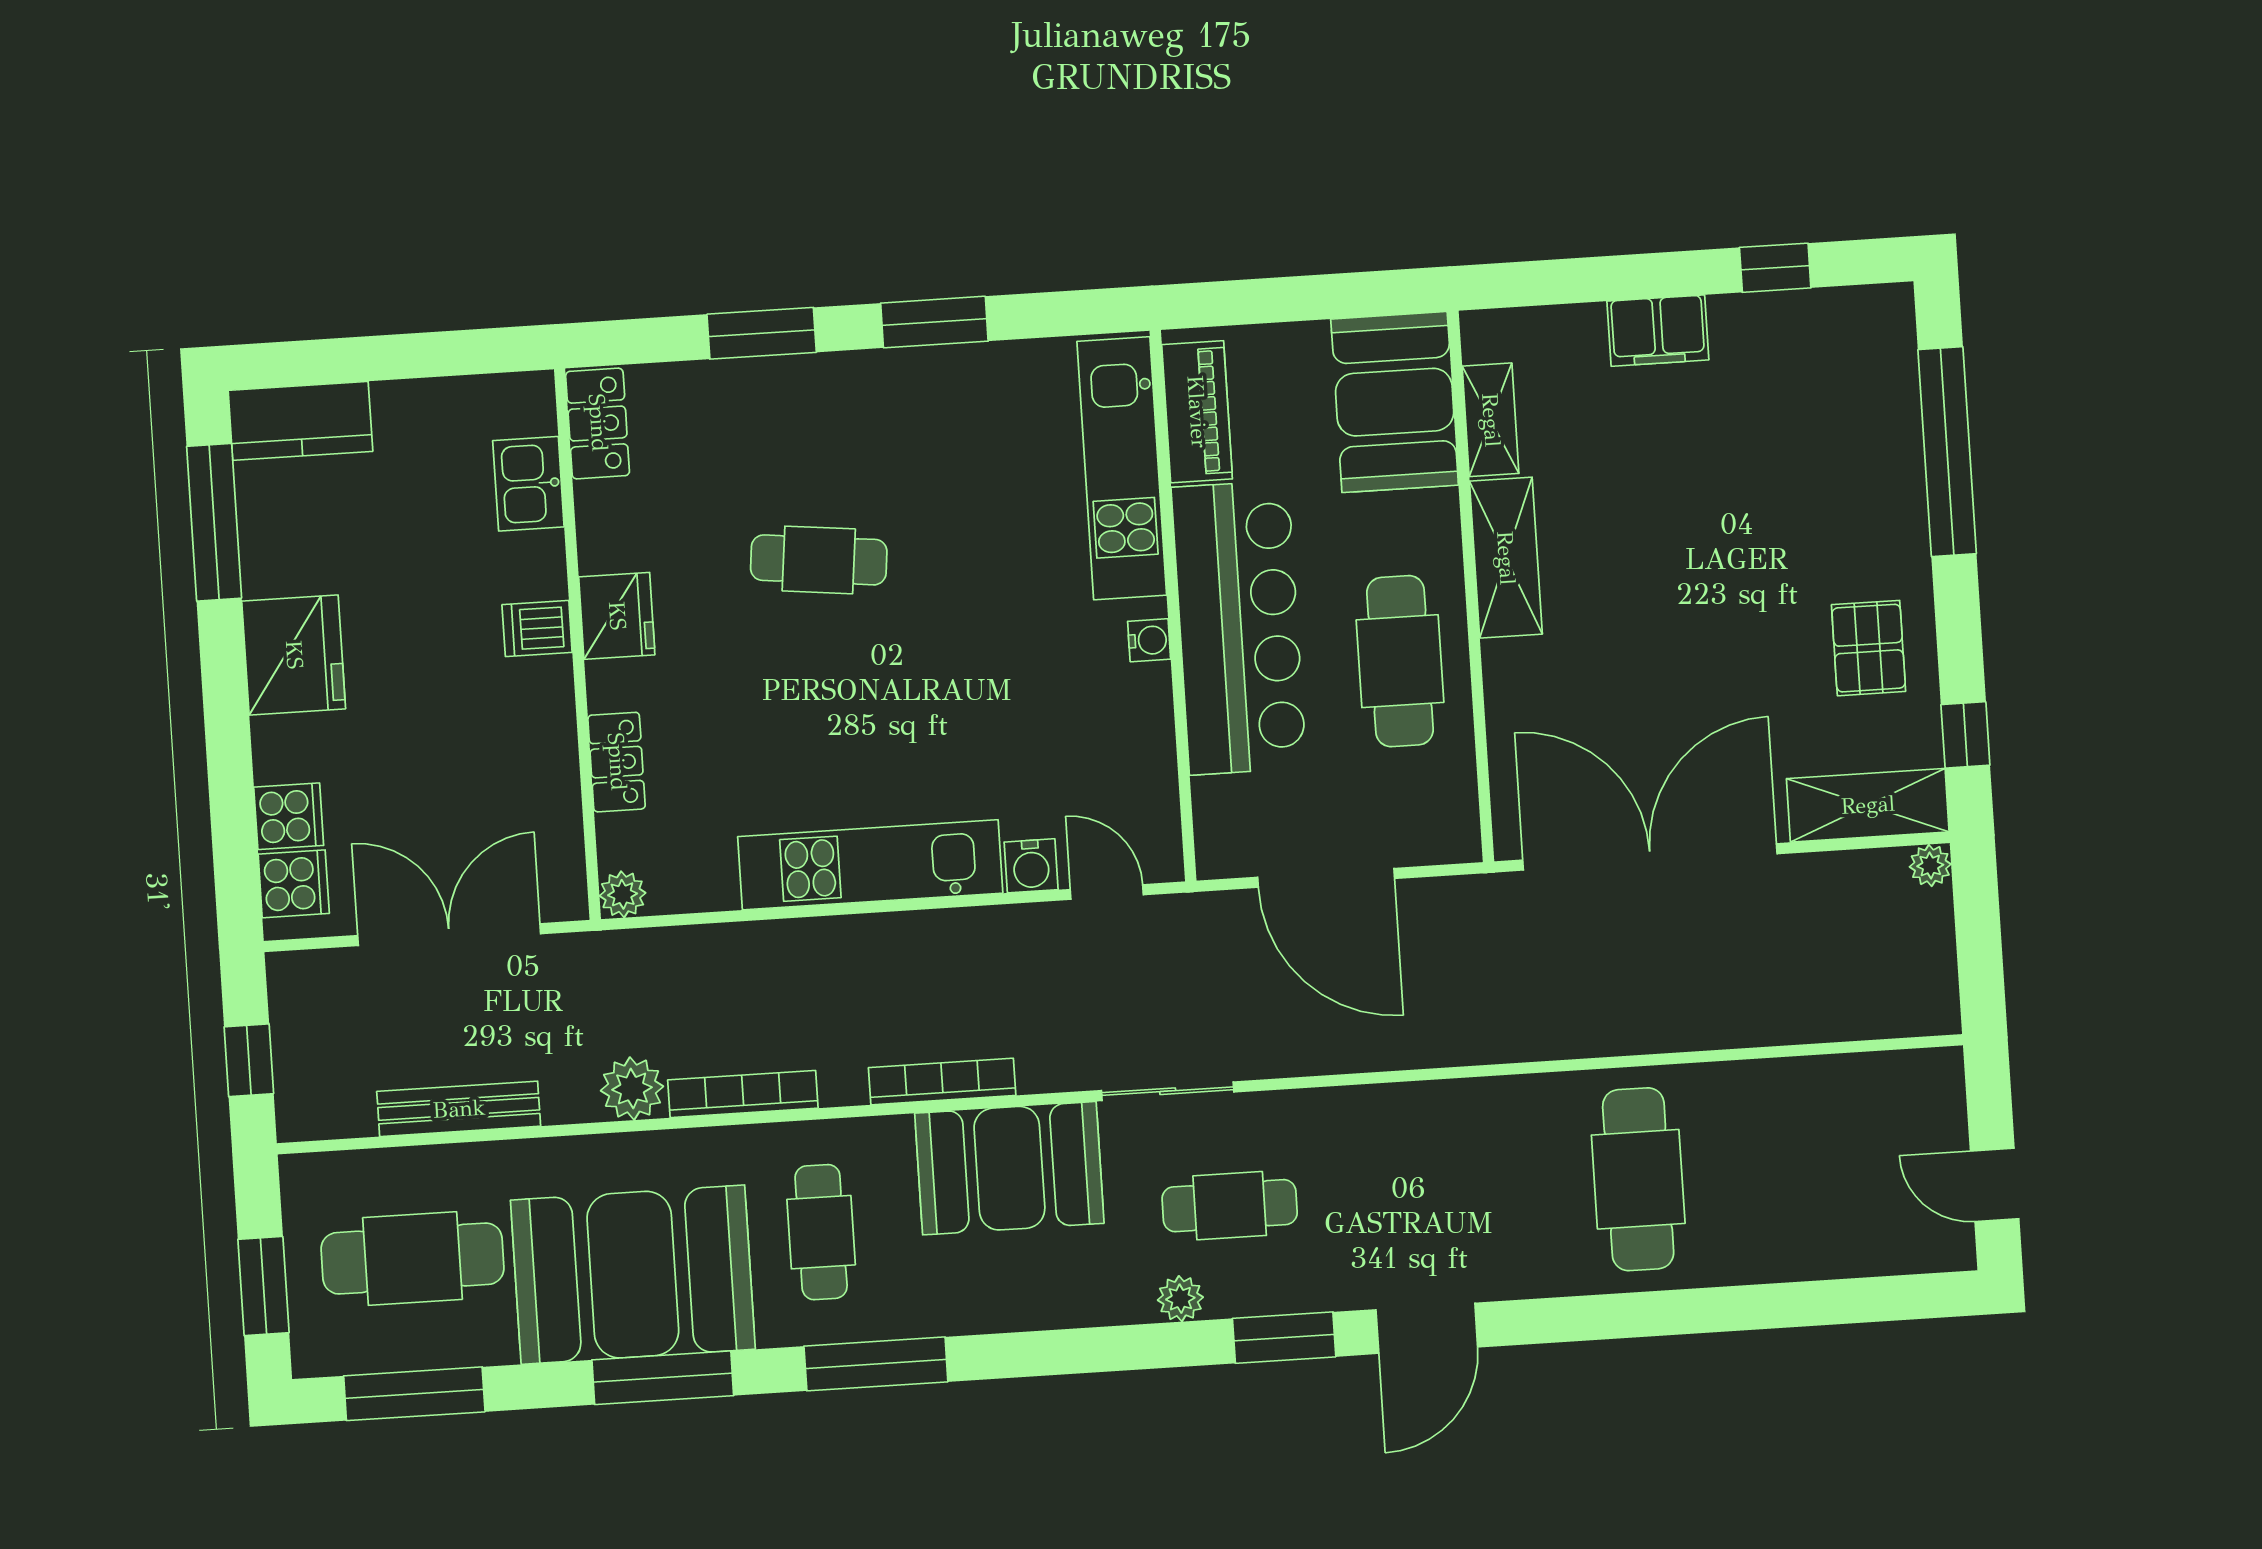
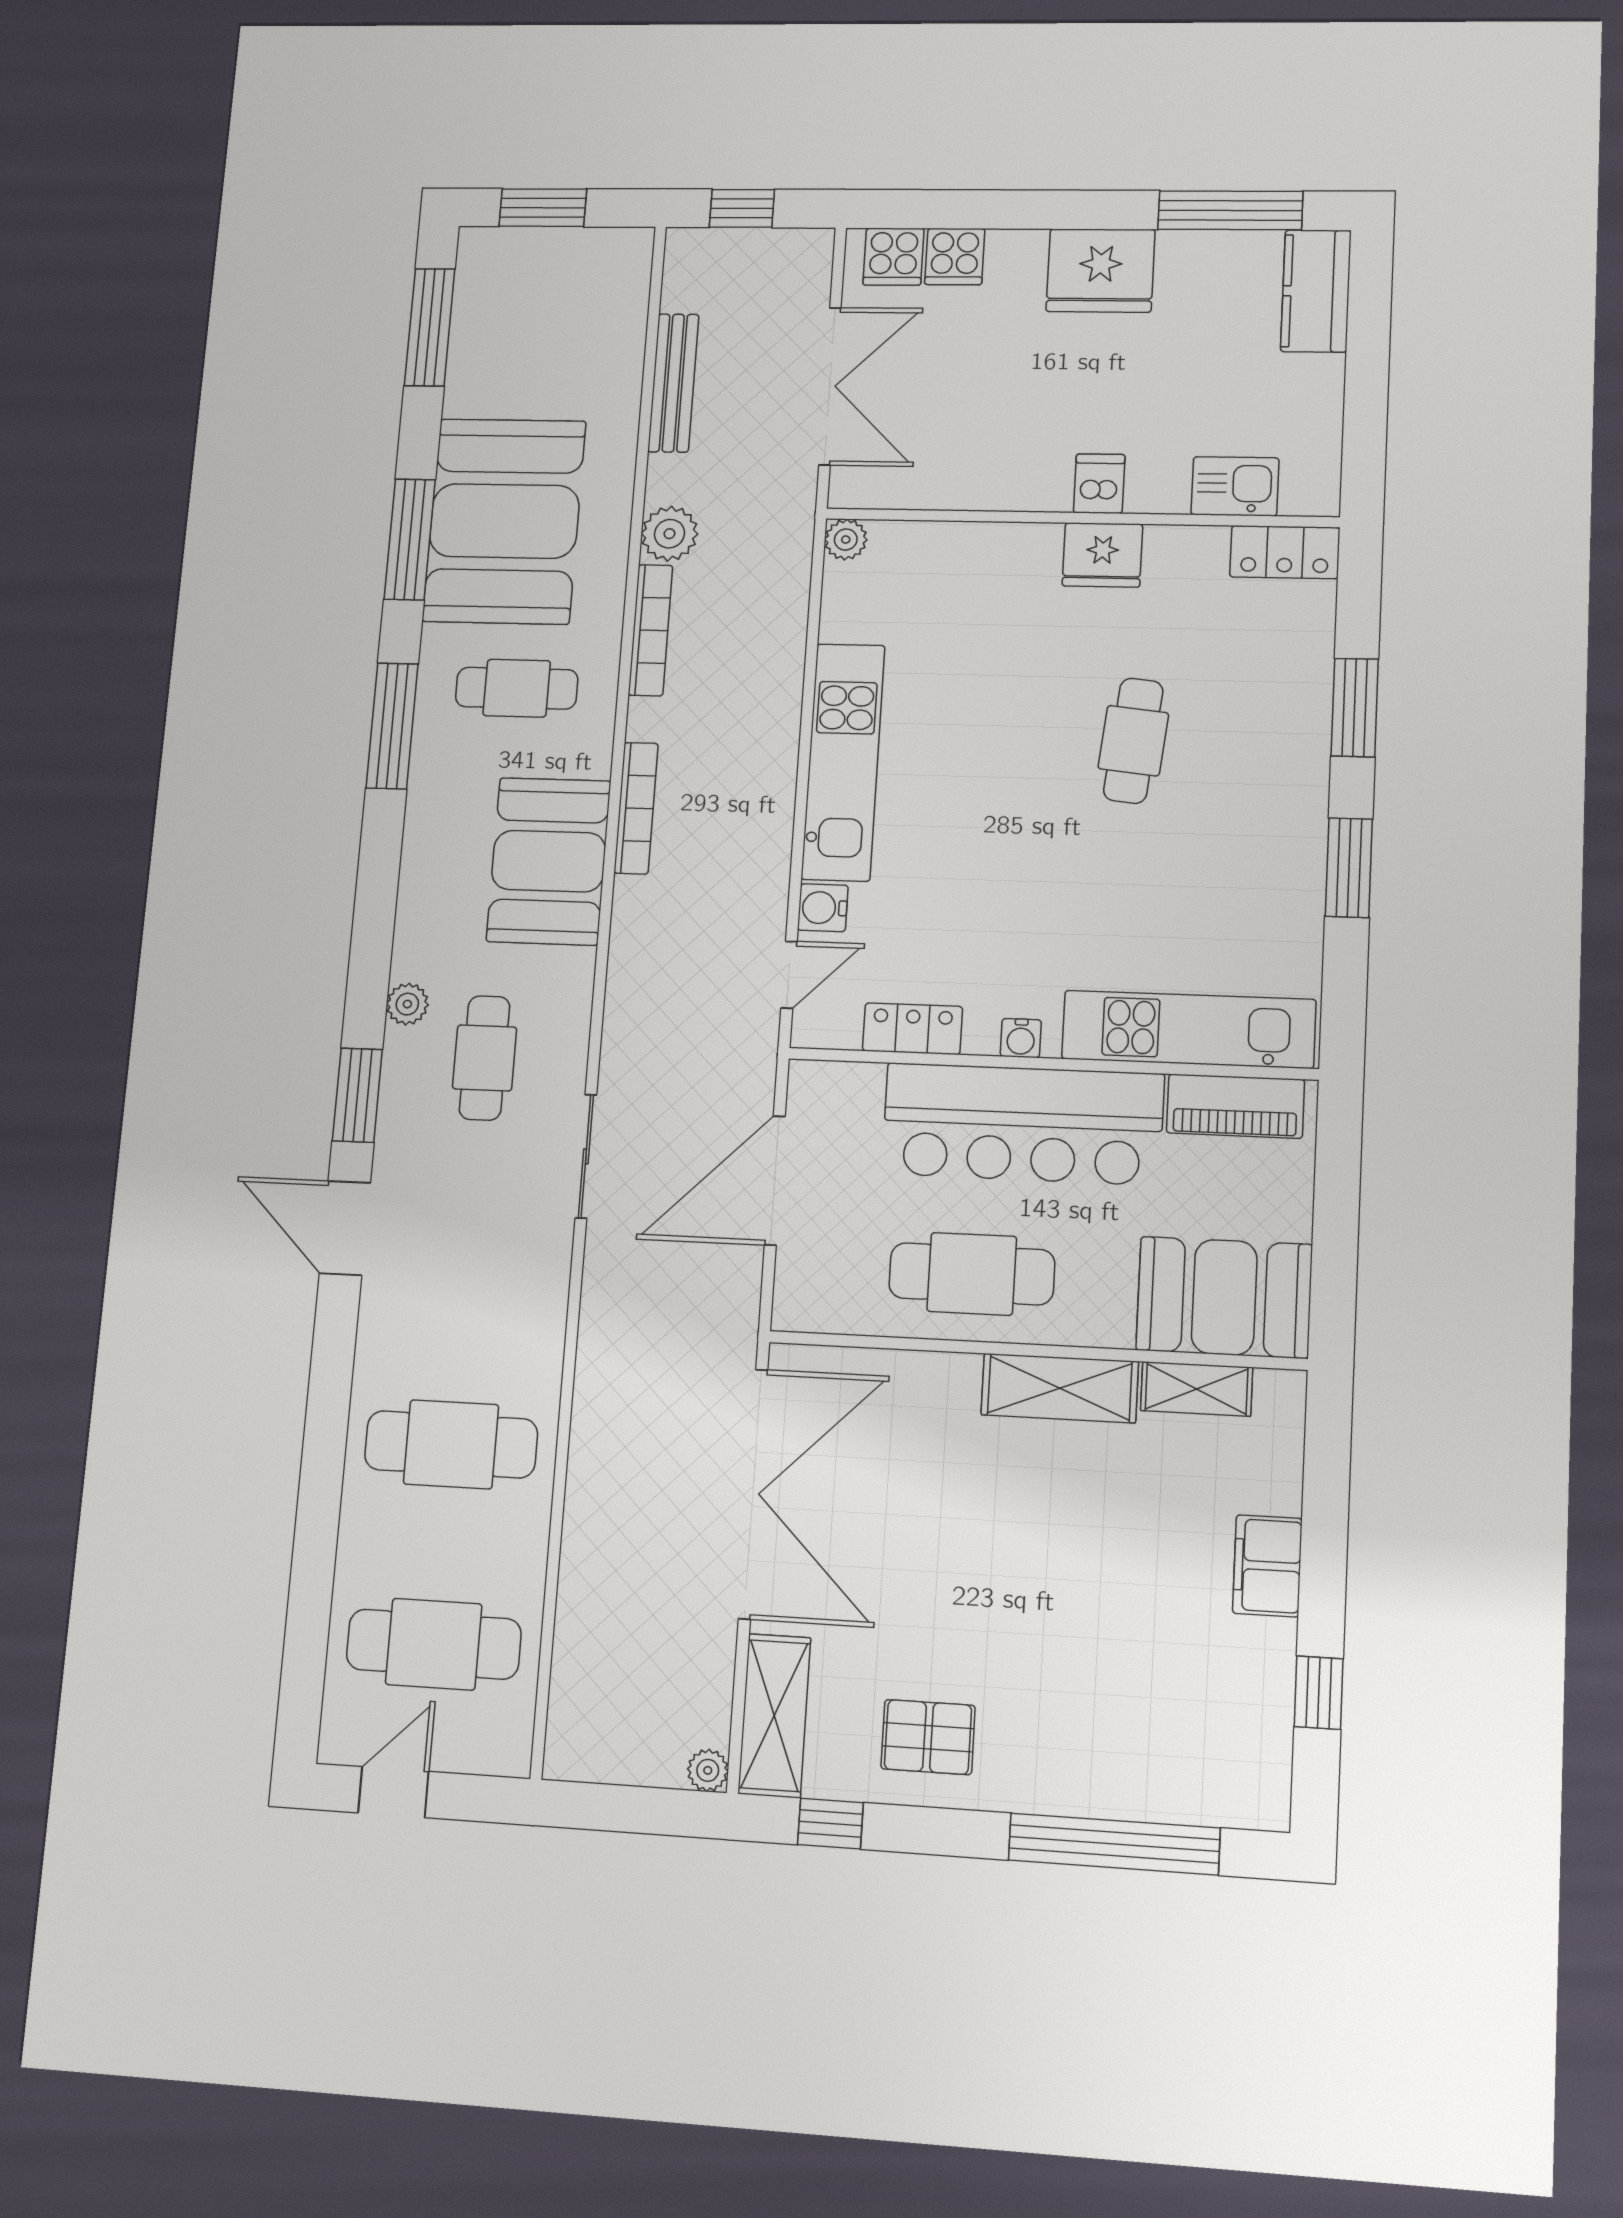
locker: (617, 762) -> (912, 1029), moved, turned 180
sliding door: (1168, 1091) -> (586, 1156), moved
cafe table: (412, 1259) -> (434, 1644), moved, turned 90

